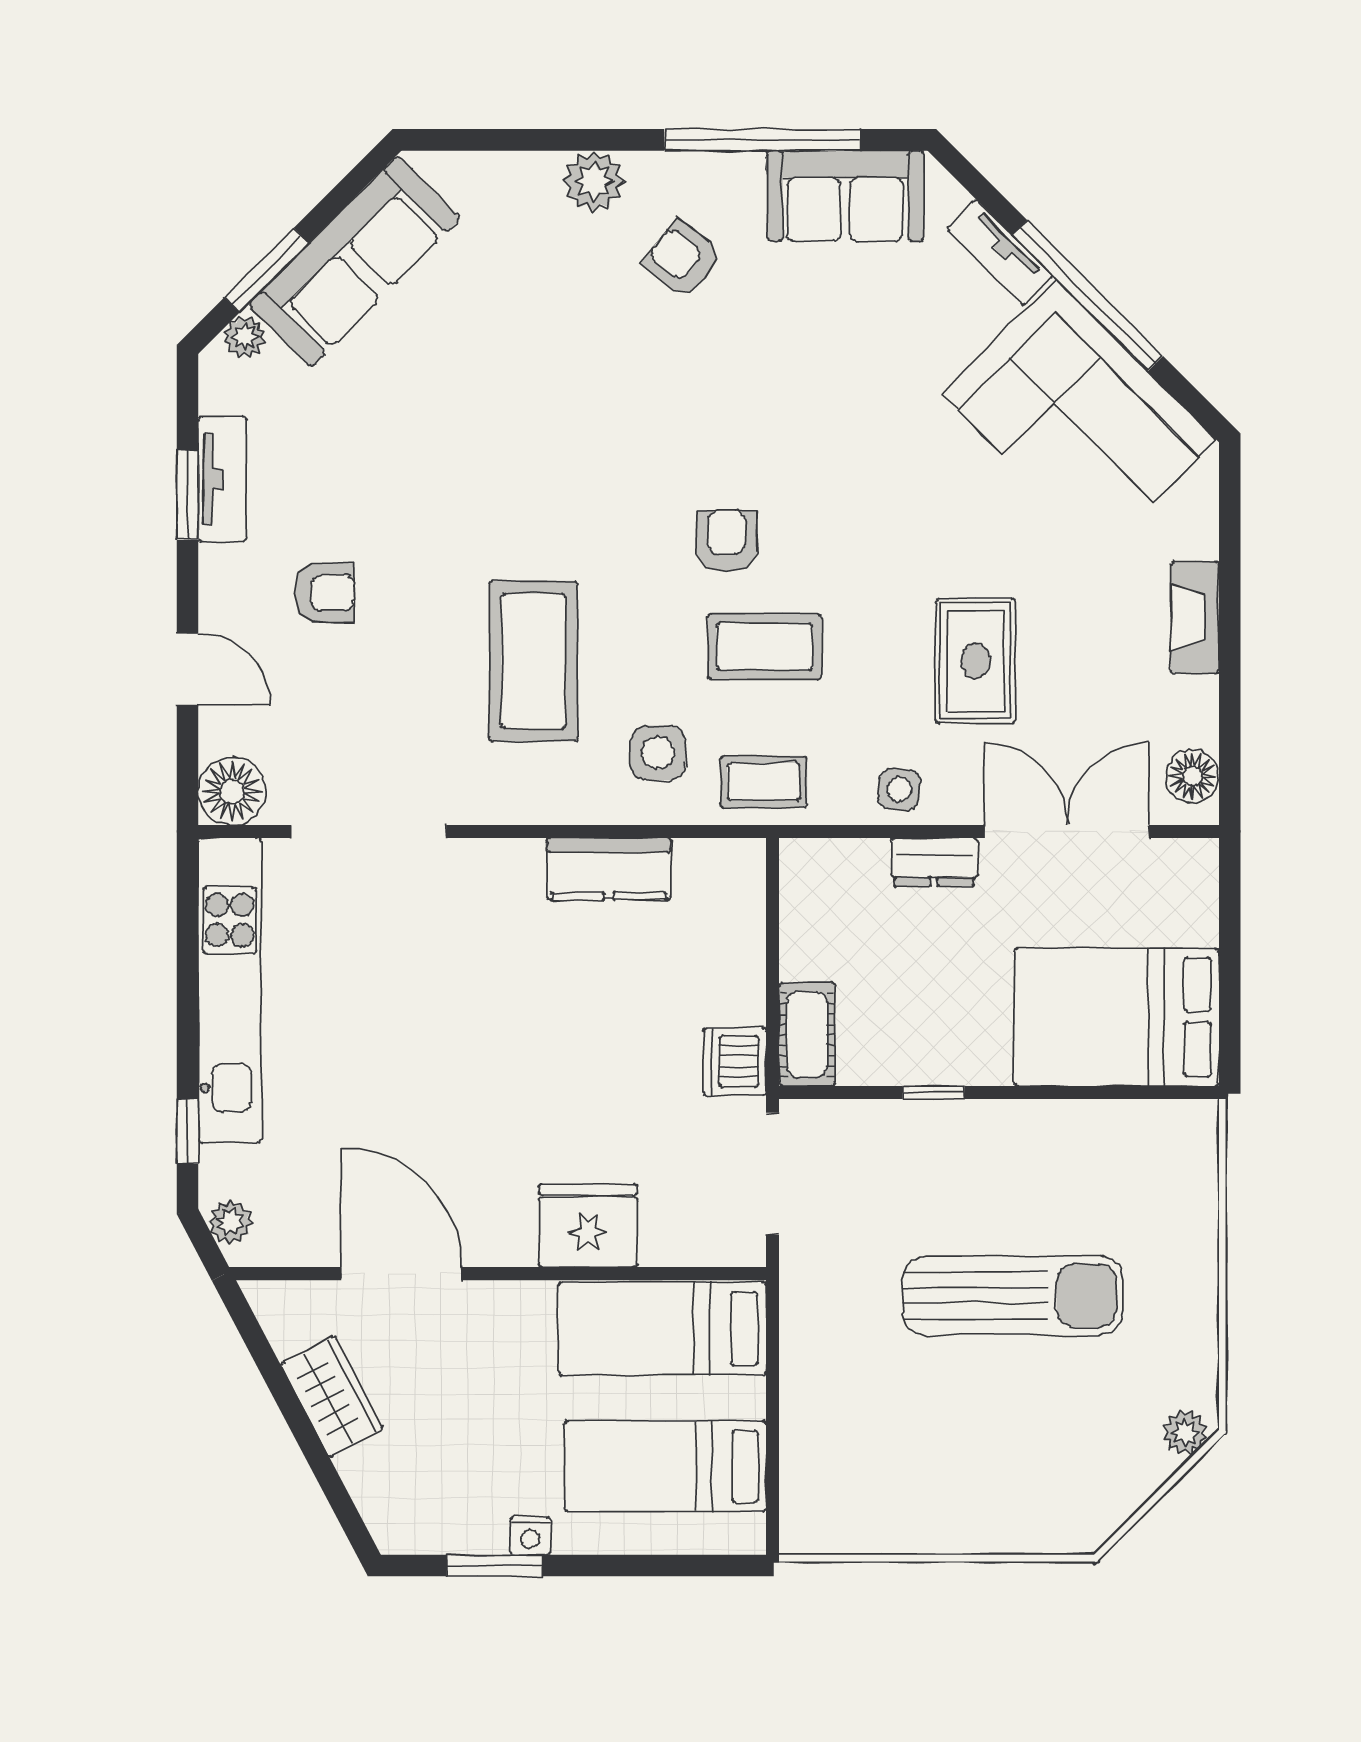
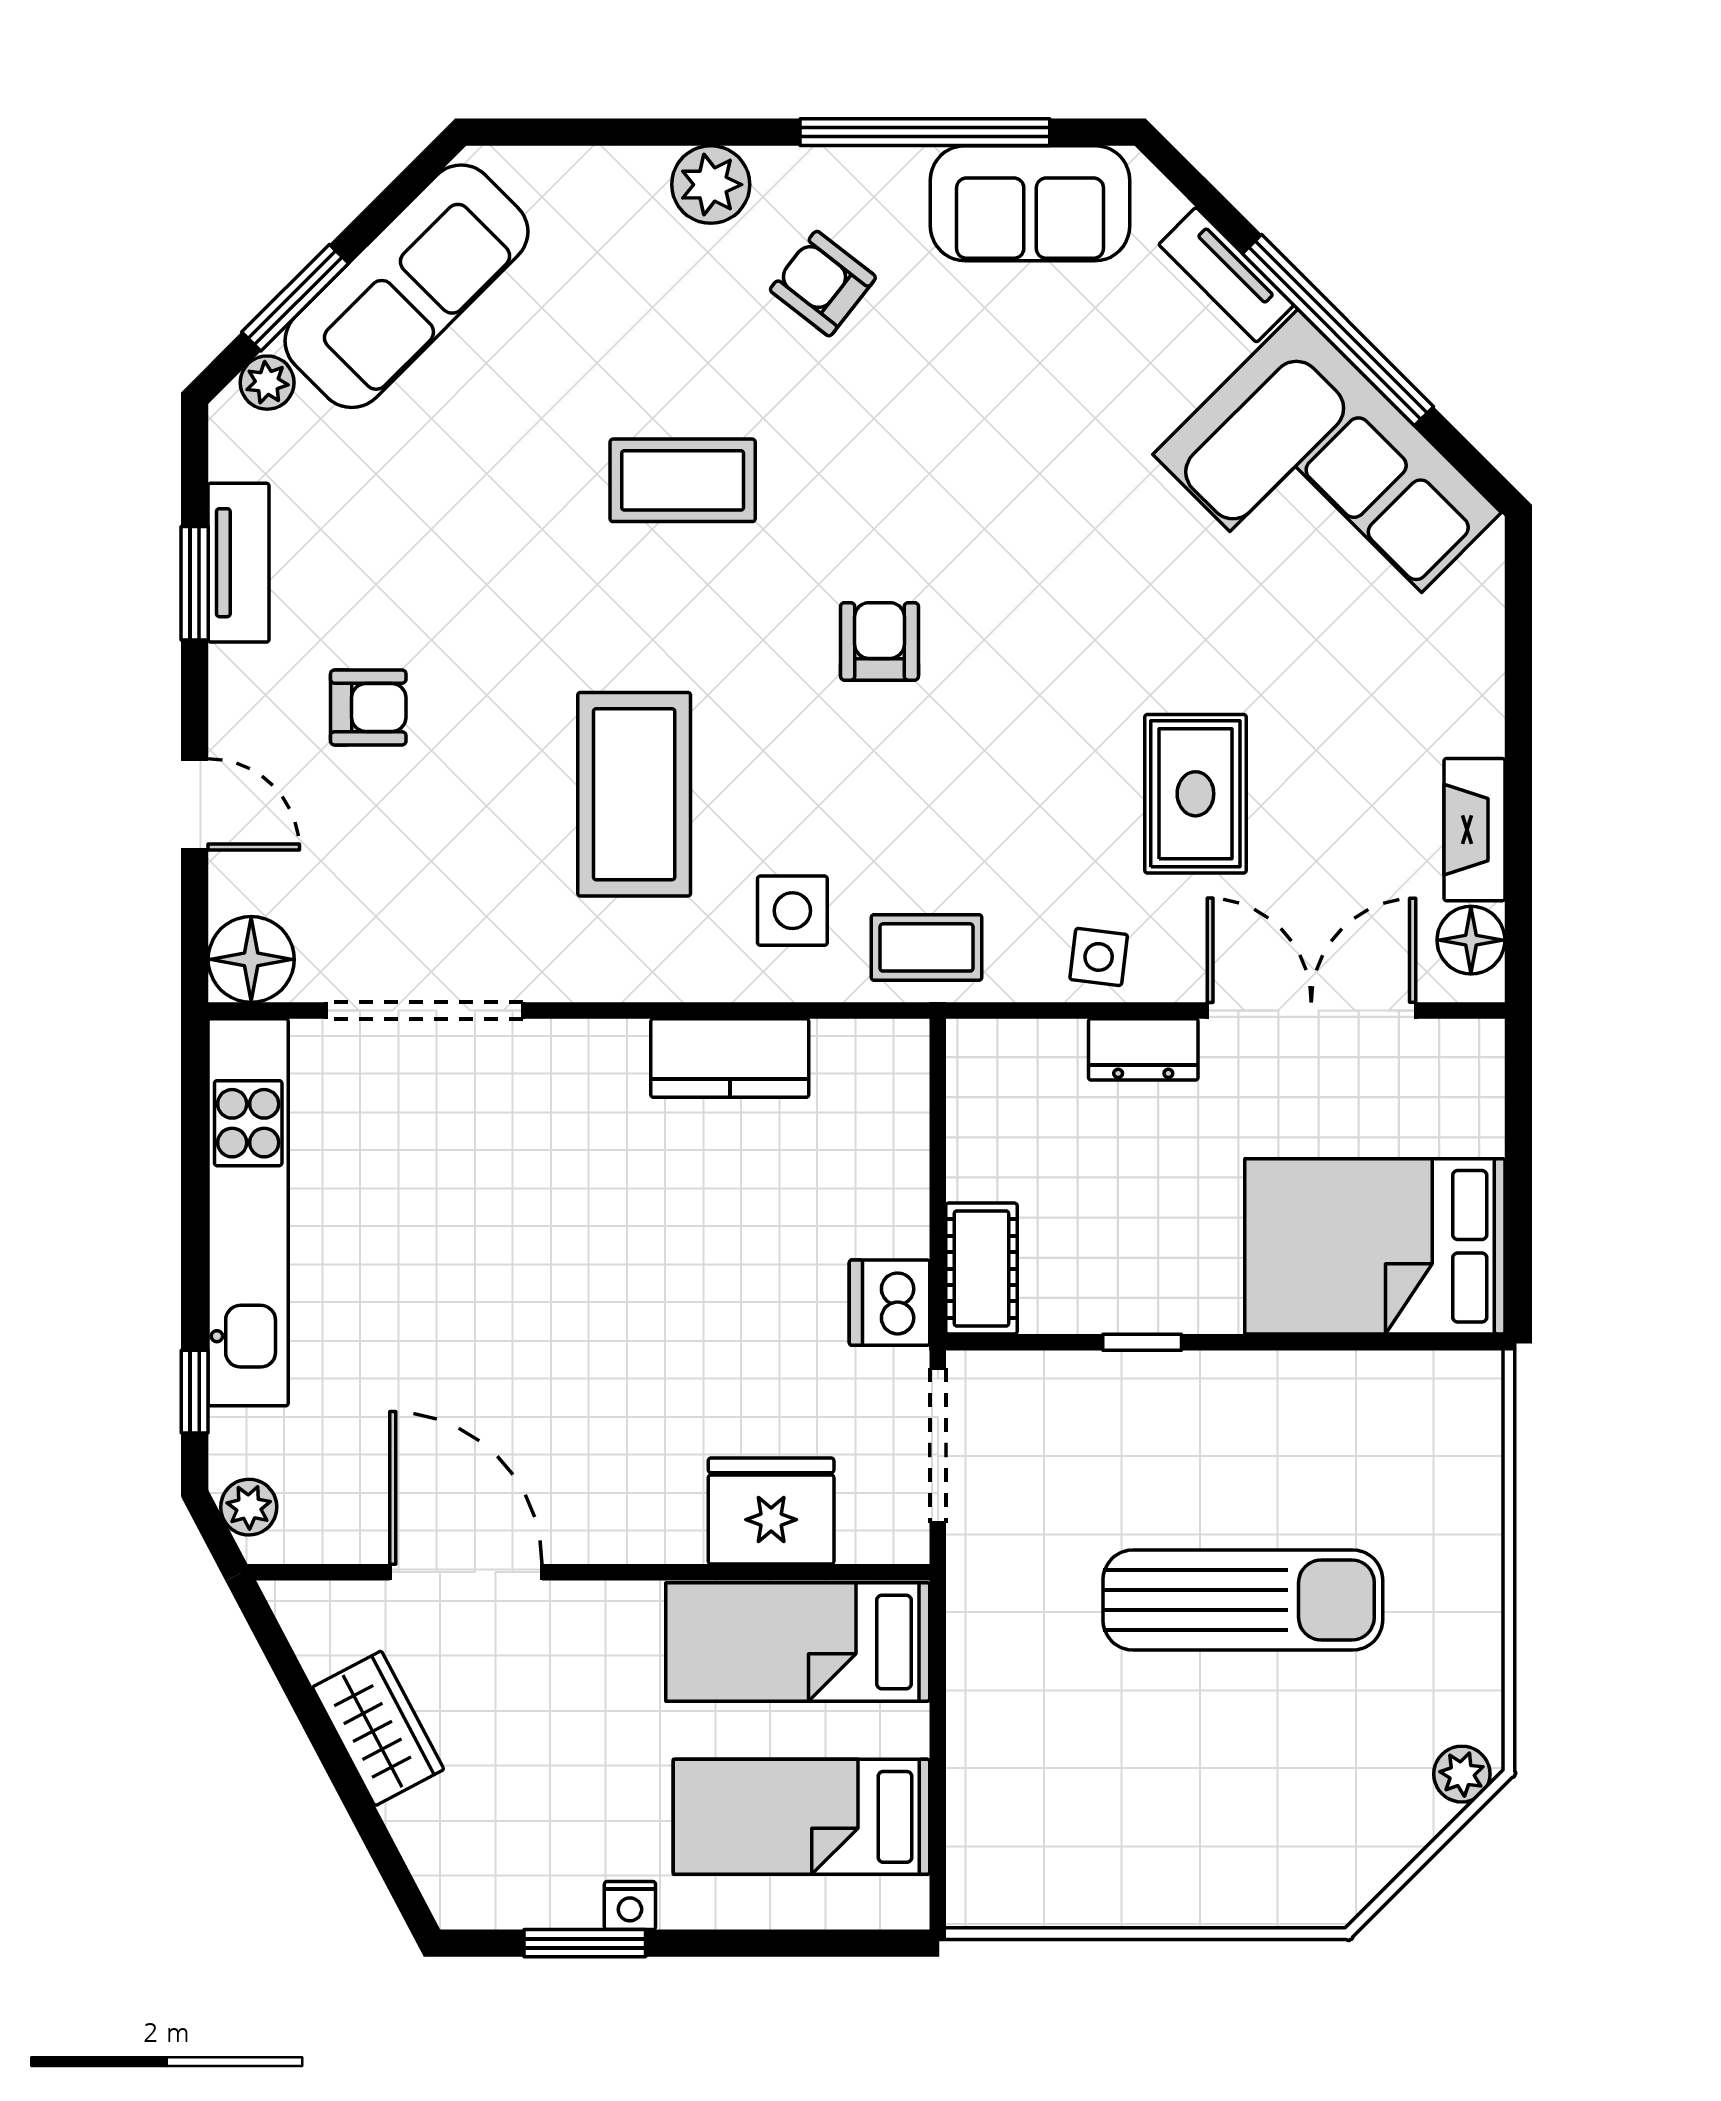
fireplace: (1195, 617) -> (1474, 830), moved
coffee table: (765, 646) -> (683, 480), moved
fridge: (588, 1225) -> (771, 1511), moved

